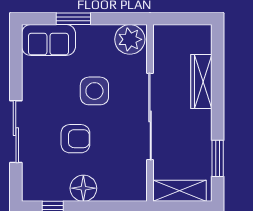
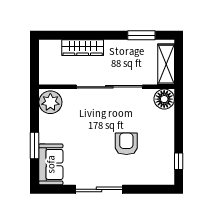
side table: (94, 91) -> (90, 129), removed
sliding door: (16, 132) -> (99, 189), moved
floor lamp: (83, 188) -> (164, 99), moved

